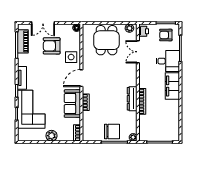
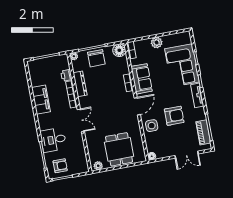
double door: (43, 23) -> (187, 155), swing flipped
printer: (144, 31) -> (66, 75), moved
armchair: (52, 46) -> (174, 116), moved
double door: (138, 52) -> (81, 120), moved
filing cabinet: (172, 86) -> (41, 100), moved
dresser: (132, 99) -> (80, 84), moved
chair: (112, 131) -> (96, 58), turned -90
floor lamp: (89, 135) -> (119, 50), added

